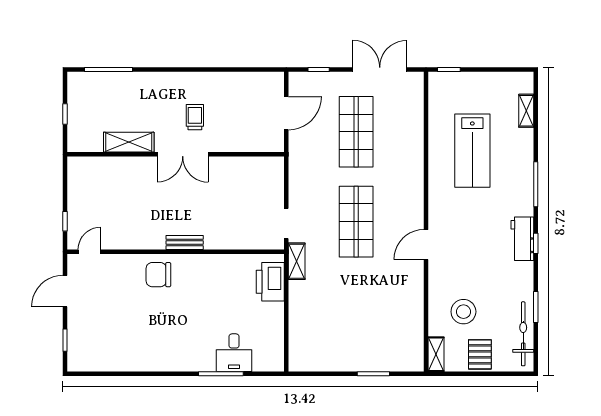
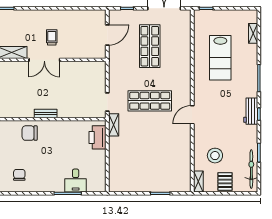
shop shelf: (356, 222) -> (150, 101), turned 90
chair: (141, 344) -> (19, 175), added

